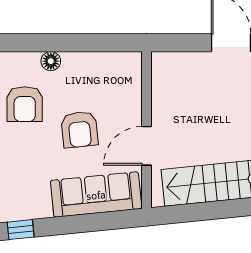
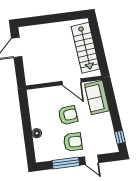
armchair: (25, 104) -> (73, 142), moved
sofa: (96, 195) -> (97, 97), width x0.73

